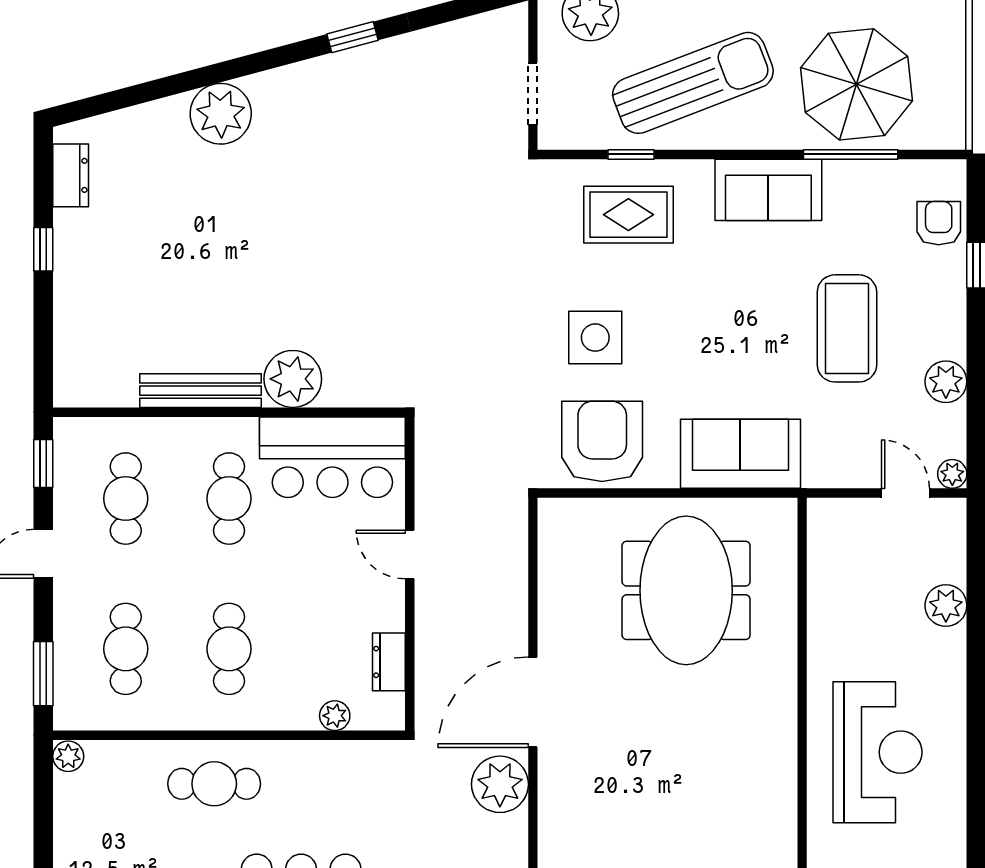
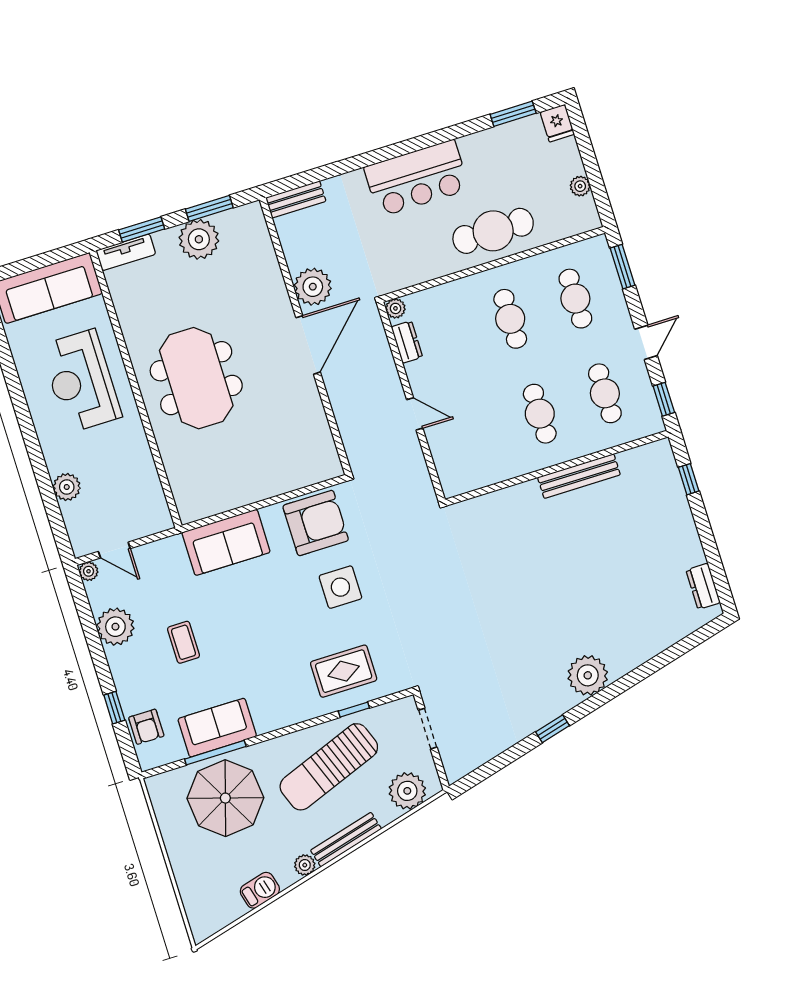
plant: (221, 114) -> (588, 675), moved
sofa: (768, 190) -> (217, 728), moved
window: (43, 249) -> (689, 479), moved
coffee table: (847, 328) -> (183, 642), width x0.54, depth x0.58
plant: (293, 379) -> (523, 502), removed
plant: (946, 382) -> (115, 627), width x1.36, depth x1.36
armchair: (602, 441) -> (316, 523), turned -90
bar counter: (332, 457) -> (483, 460), removed
meeting table: (686, 590) -> (196, 378), moved
plant: (335, 716) -> (395, 308), moved
plant: (68, 756) -> (580, 186), moved
cafe table: (214, 784) -> (493, 231), width x1.37, depth x1.35

